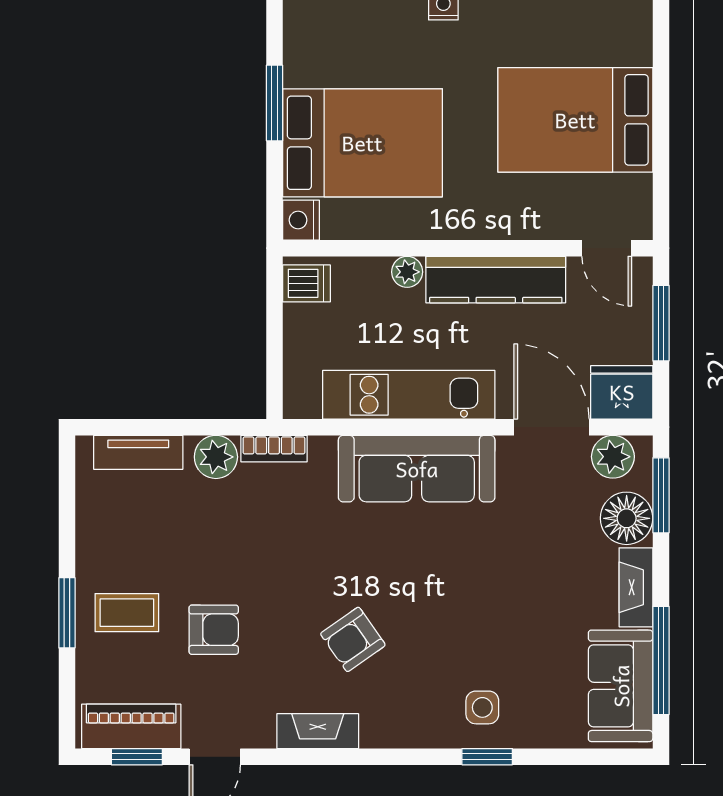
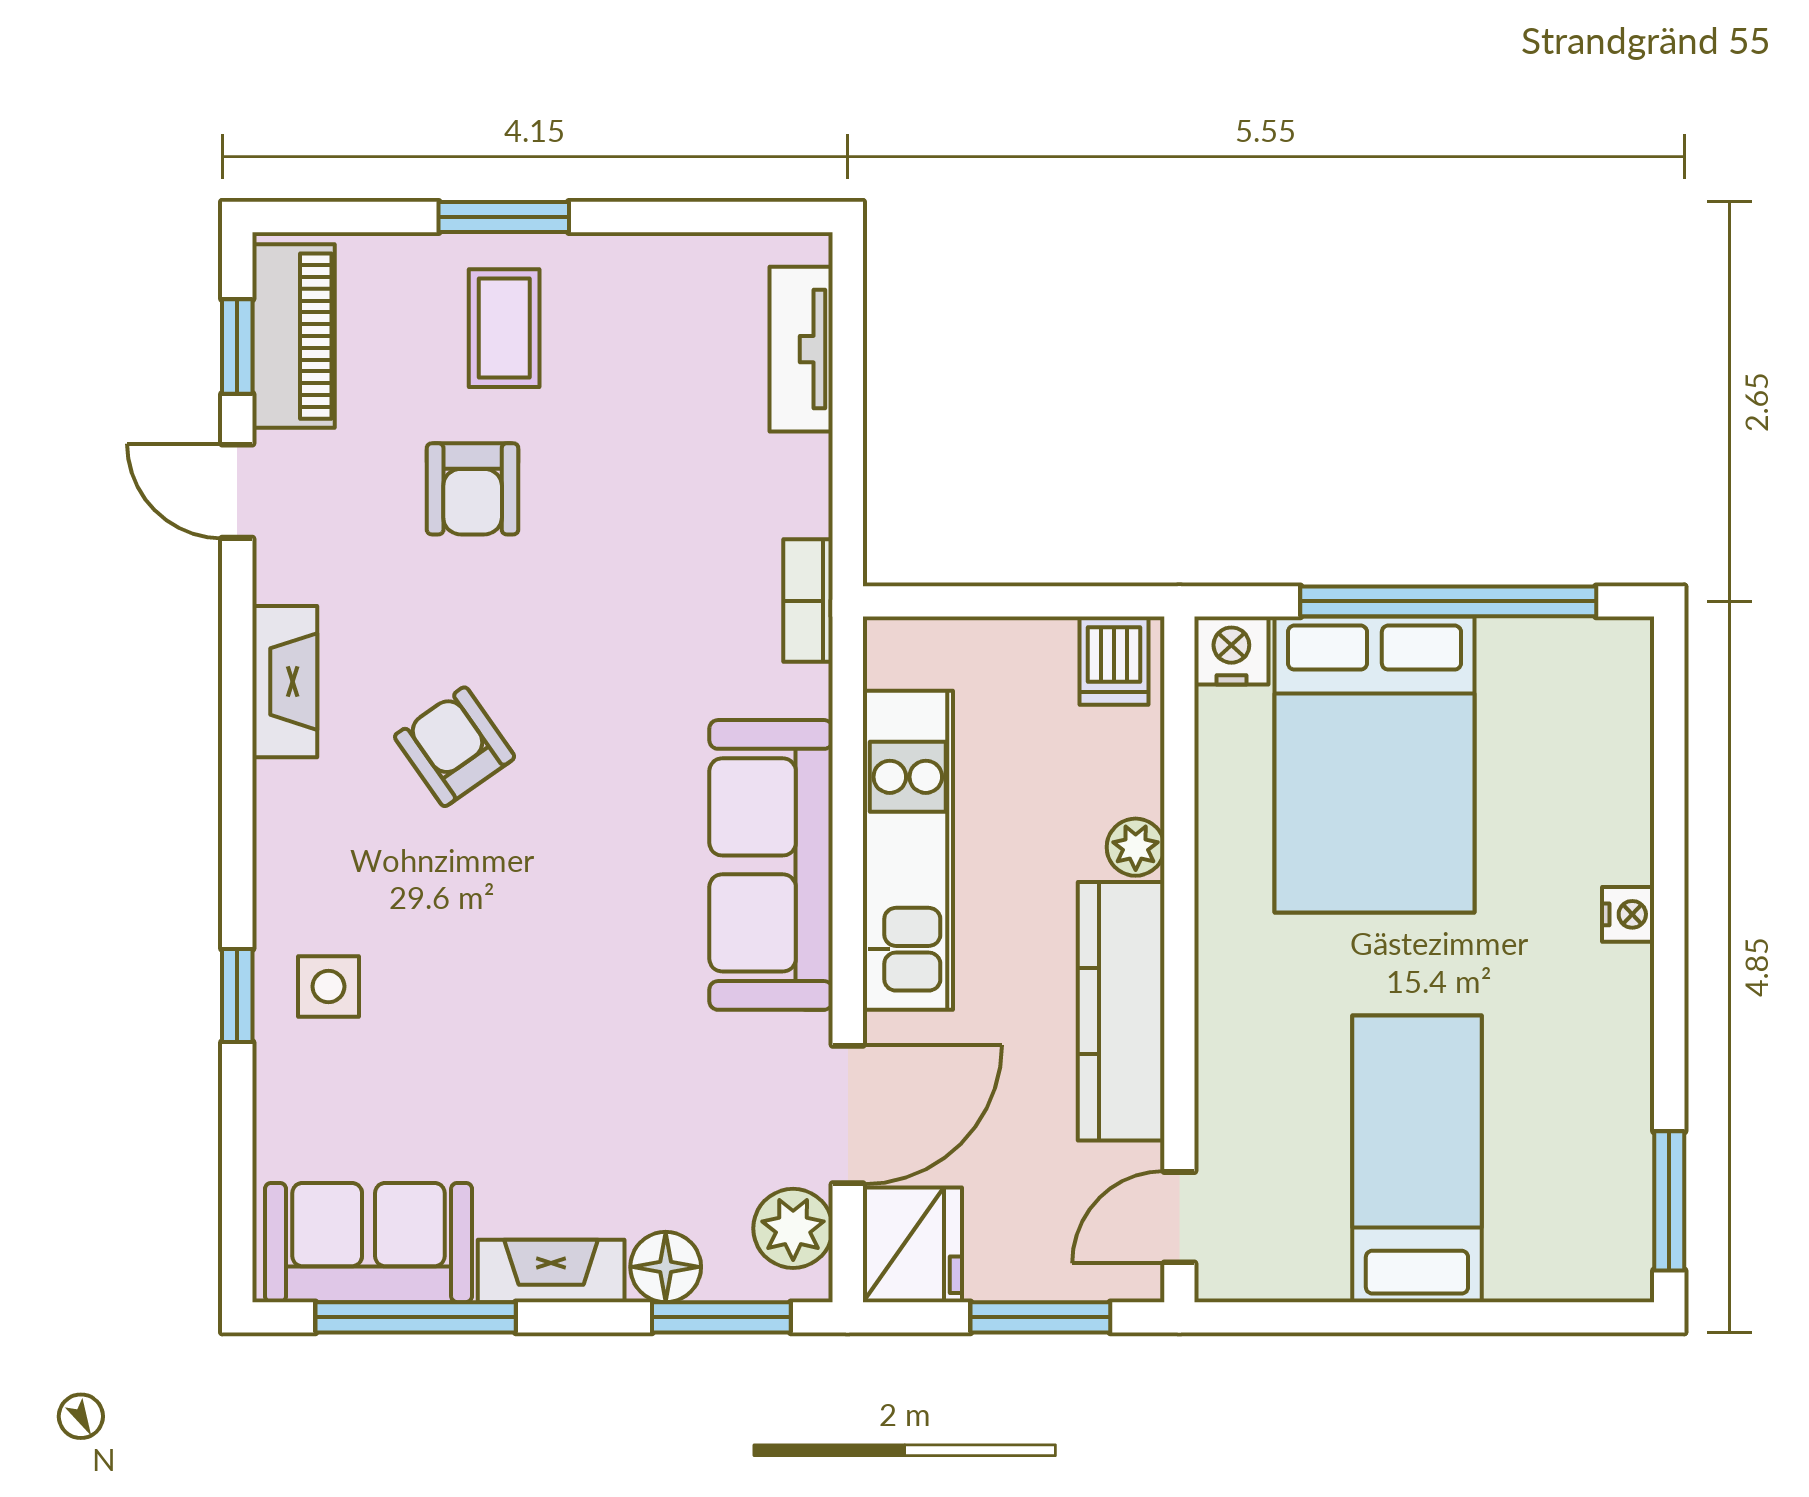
window: (274, 103) -> (1448, 601), width x2.11
bed: (575, 120) -> (1417, 1159), width x0.67
plant: (216, 457) -> (793, 493), removed
floor lamp: (627, 518) -> (666, 1267), width x0.73, depth x0.73

